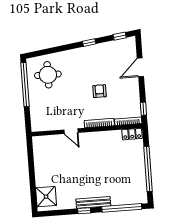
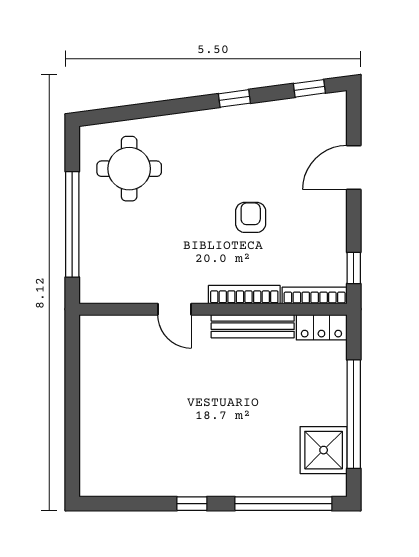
window: (25, 84) -> (72, 224), moved
shower: (46, 197) -> (324, 450), moved
bench: (93, 202) -> (253, 326), moved

